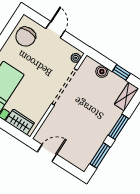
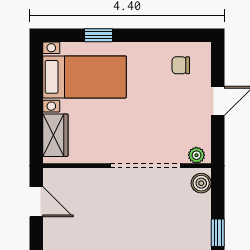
chair: (26, 37) -> (181, 65), width x0.54, depth x0.54
boiler: (102, 72) -> (201, 183), moved

